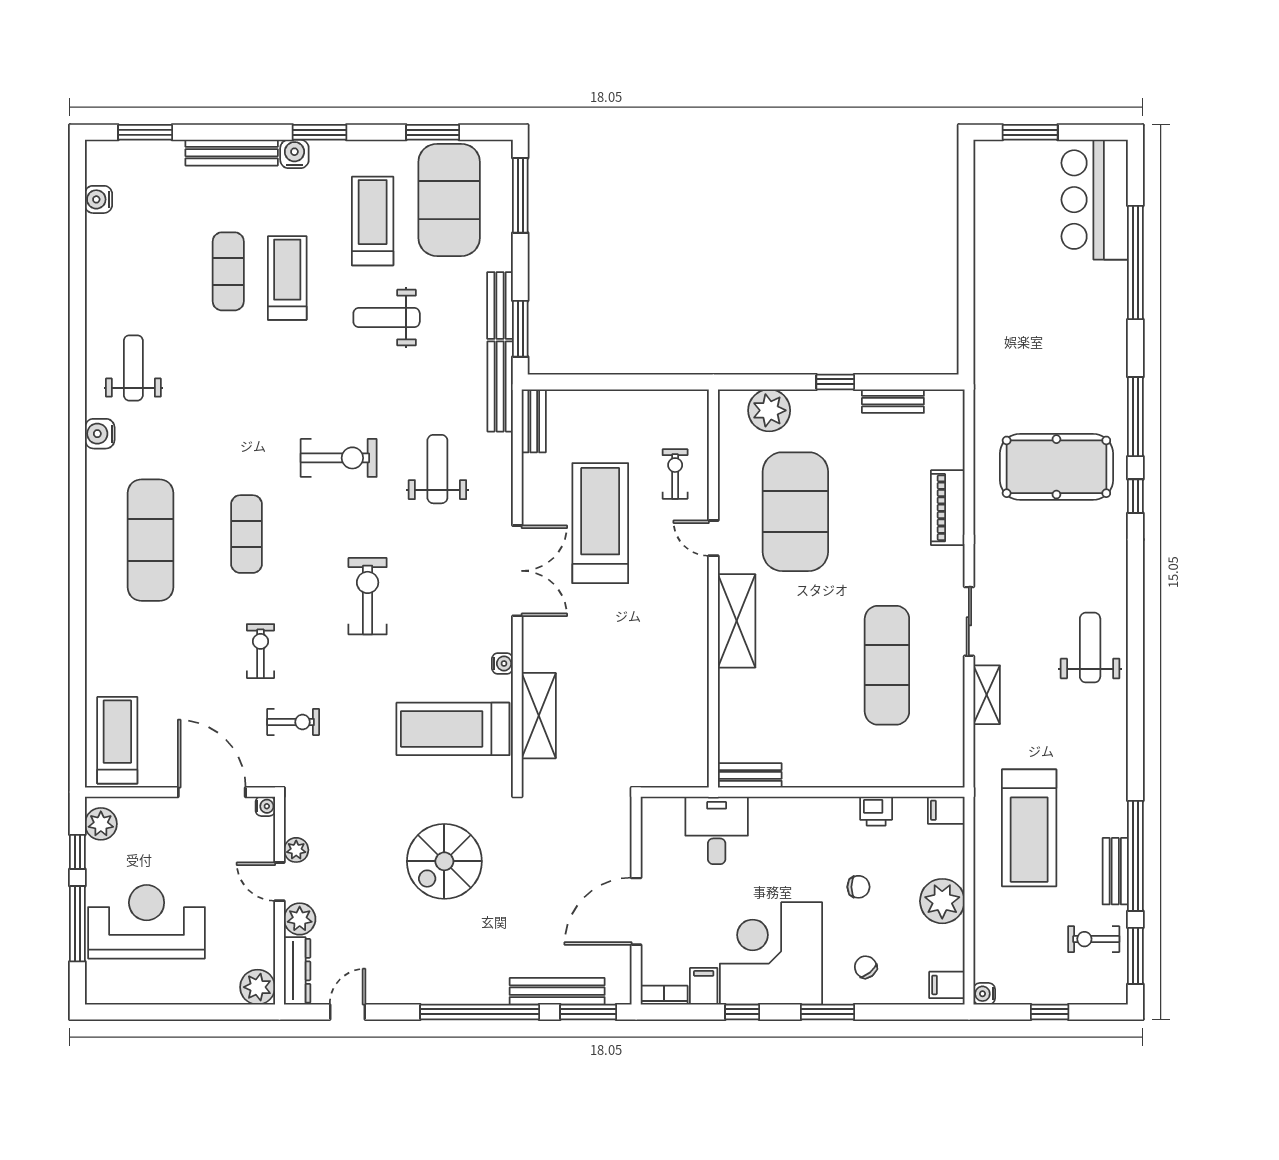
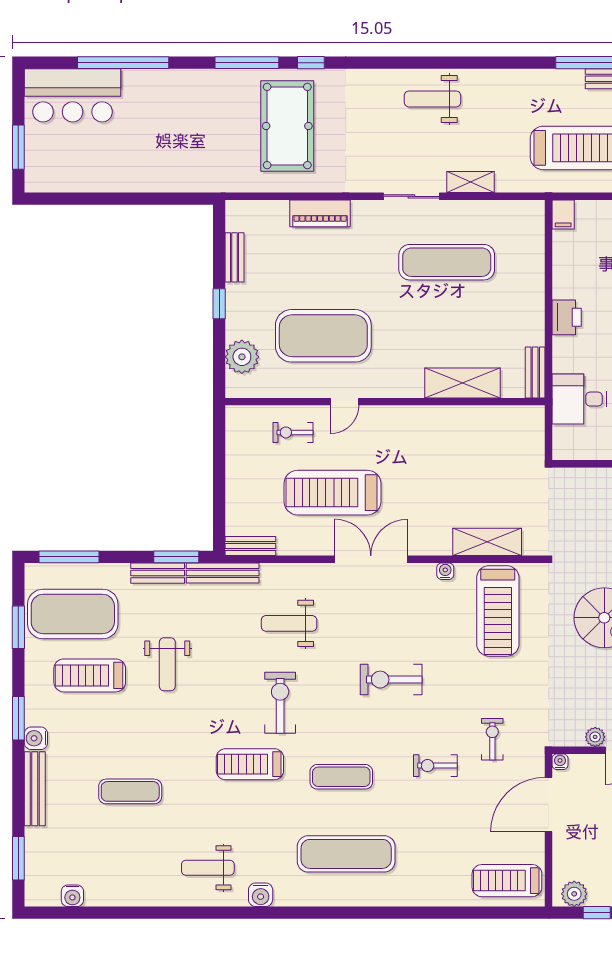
treadmill: (287, 278) -> (250, 764), moved
shelving: (737, 621) -> (463, 383), moved
printer: (876, 811) -> (567, 317), moved, width x1.36, depth x1.24

